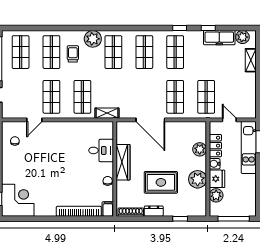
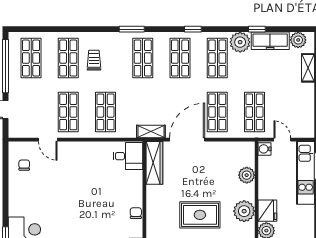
window: (104, 28) -> (132, 29), added
window: (180, 28) -> (193, 29), moved
plant: (93, 39) -> (240, 42), moved
shelving: (107, 113) -> (151, 132), moved
door: (34, 120) -> (48, 140), hinge flipped
door: (150, 120) -> (187, 140), swing flipped
locker: (215, 146) -> (265, 171), removed
desk: (101, 150) -> (128, 156), moved
wardrobe: (123, 162) -> (154, 163), moved
water cooler: (215, 164) -> (265, 149), moved

